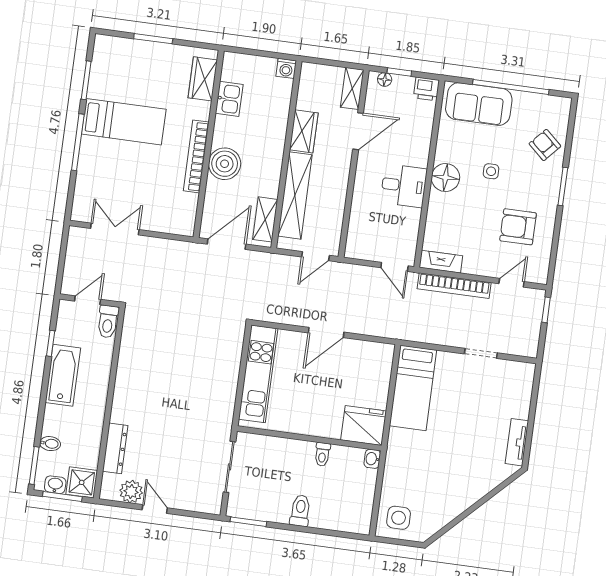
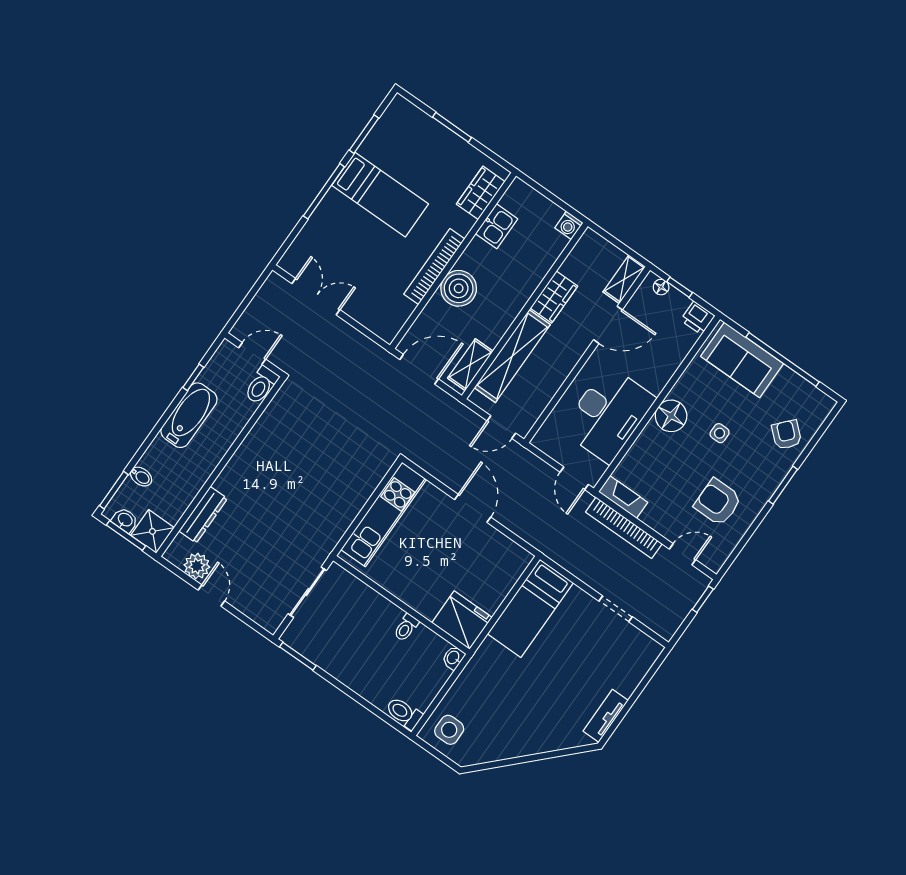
desk: (404, 186) -> (608, 414), width x1.87, depth x1.30
door: (326, 332) -> (473, 508), swing flipped
toilet: (300, 511) -> (404, 713), moved, turned -90

